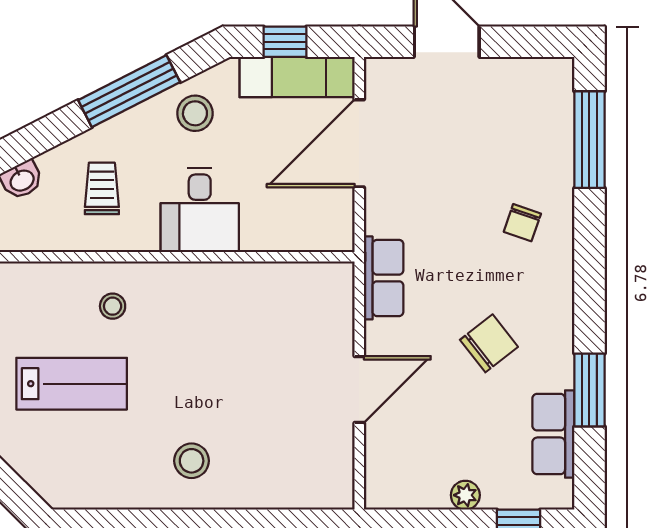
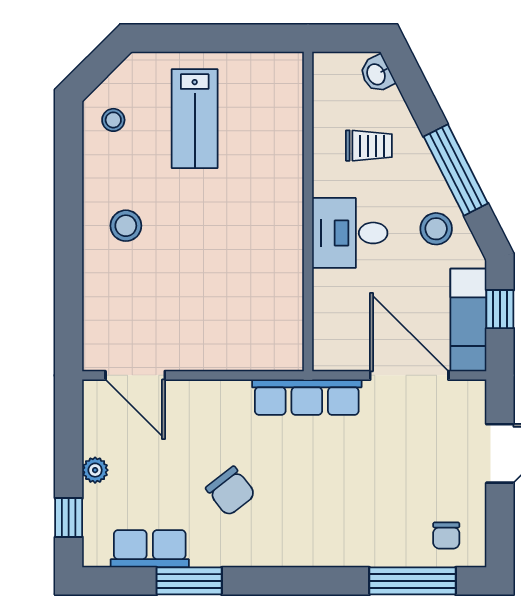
chair: (522, 223) -> (446, 536), moved, turned -109
row of seats: (384, 278) -> (307, 397), width x1.48
stool: (113, 306) -> (113, 120), moved
door: (359, 390) -> (135, 375), moved

